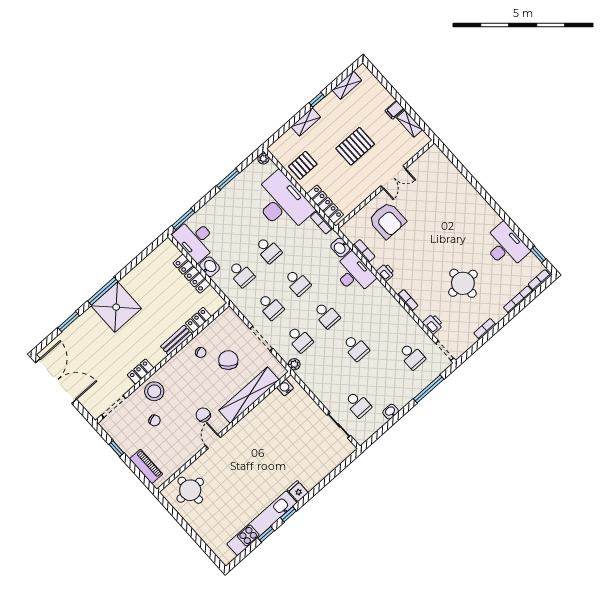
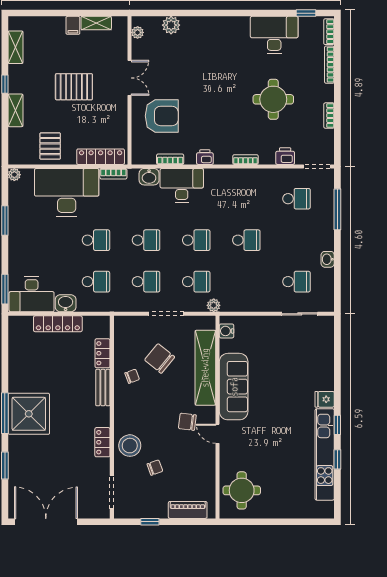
pallet: (355, 146) -> (74, 87), turned 90
plant: (427, 156) -> (138, 32), added
plant: (452, 174) -> (171, 25), added
sofa: (253, 425) -> (234, 387), added

